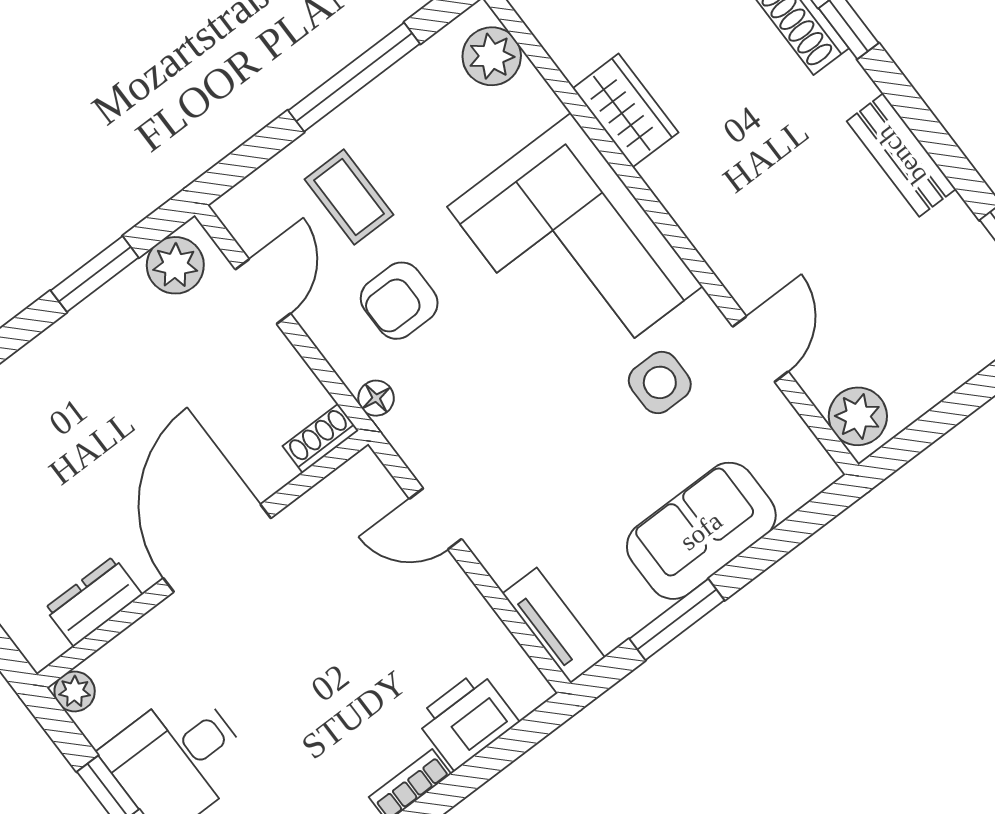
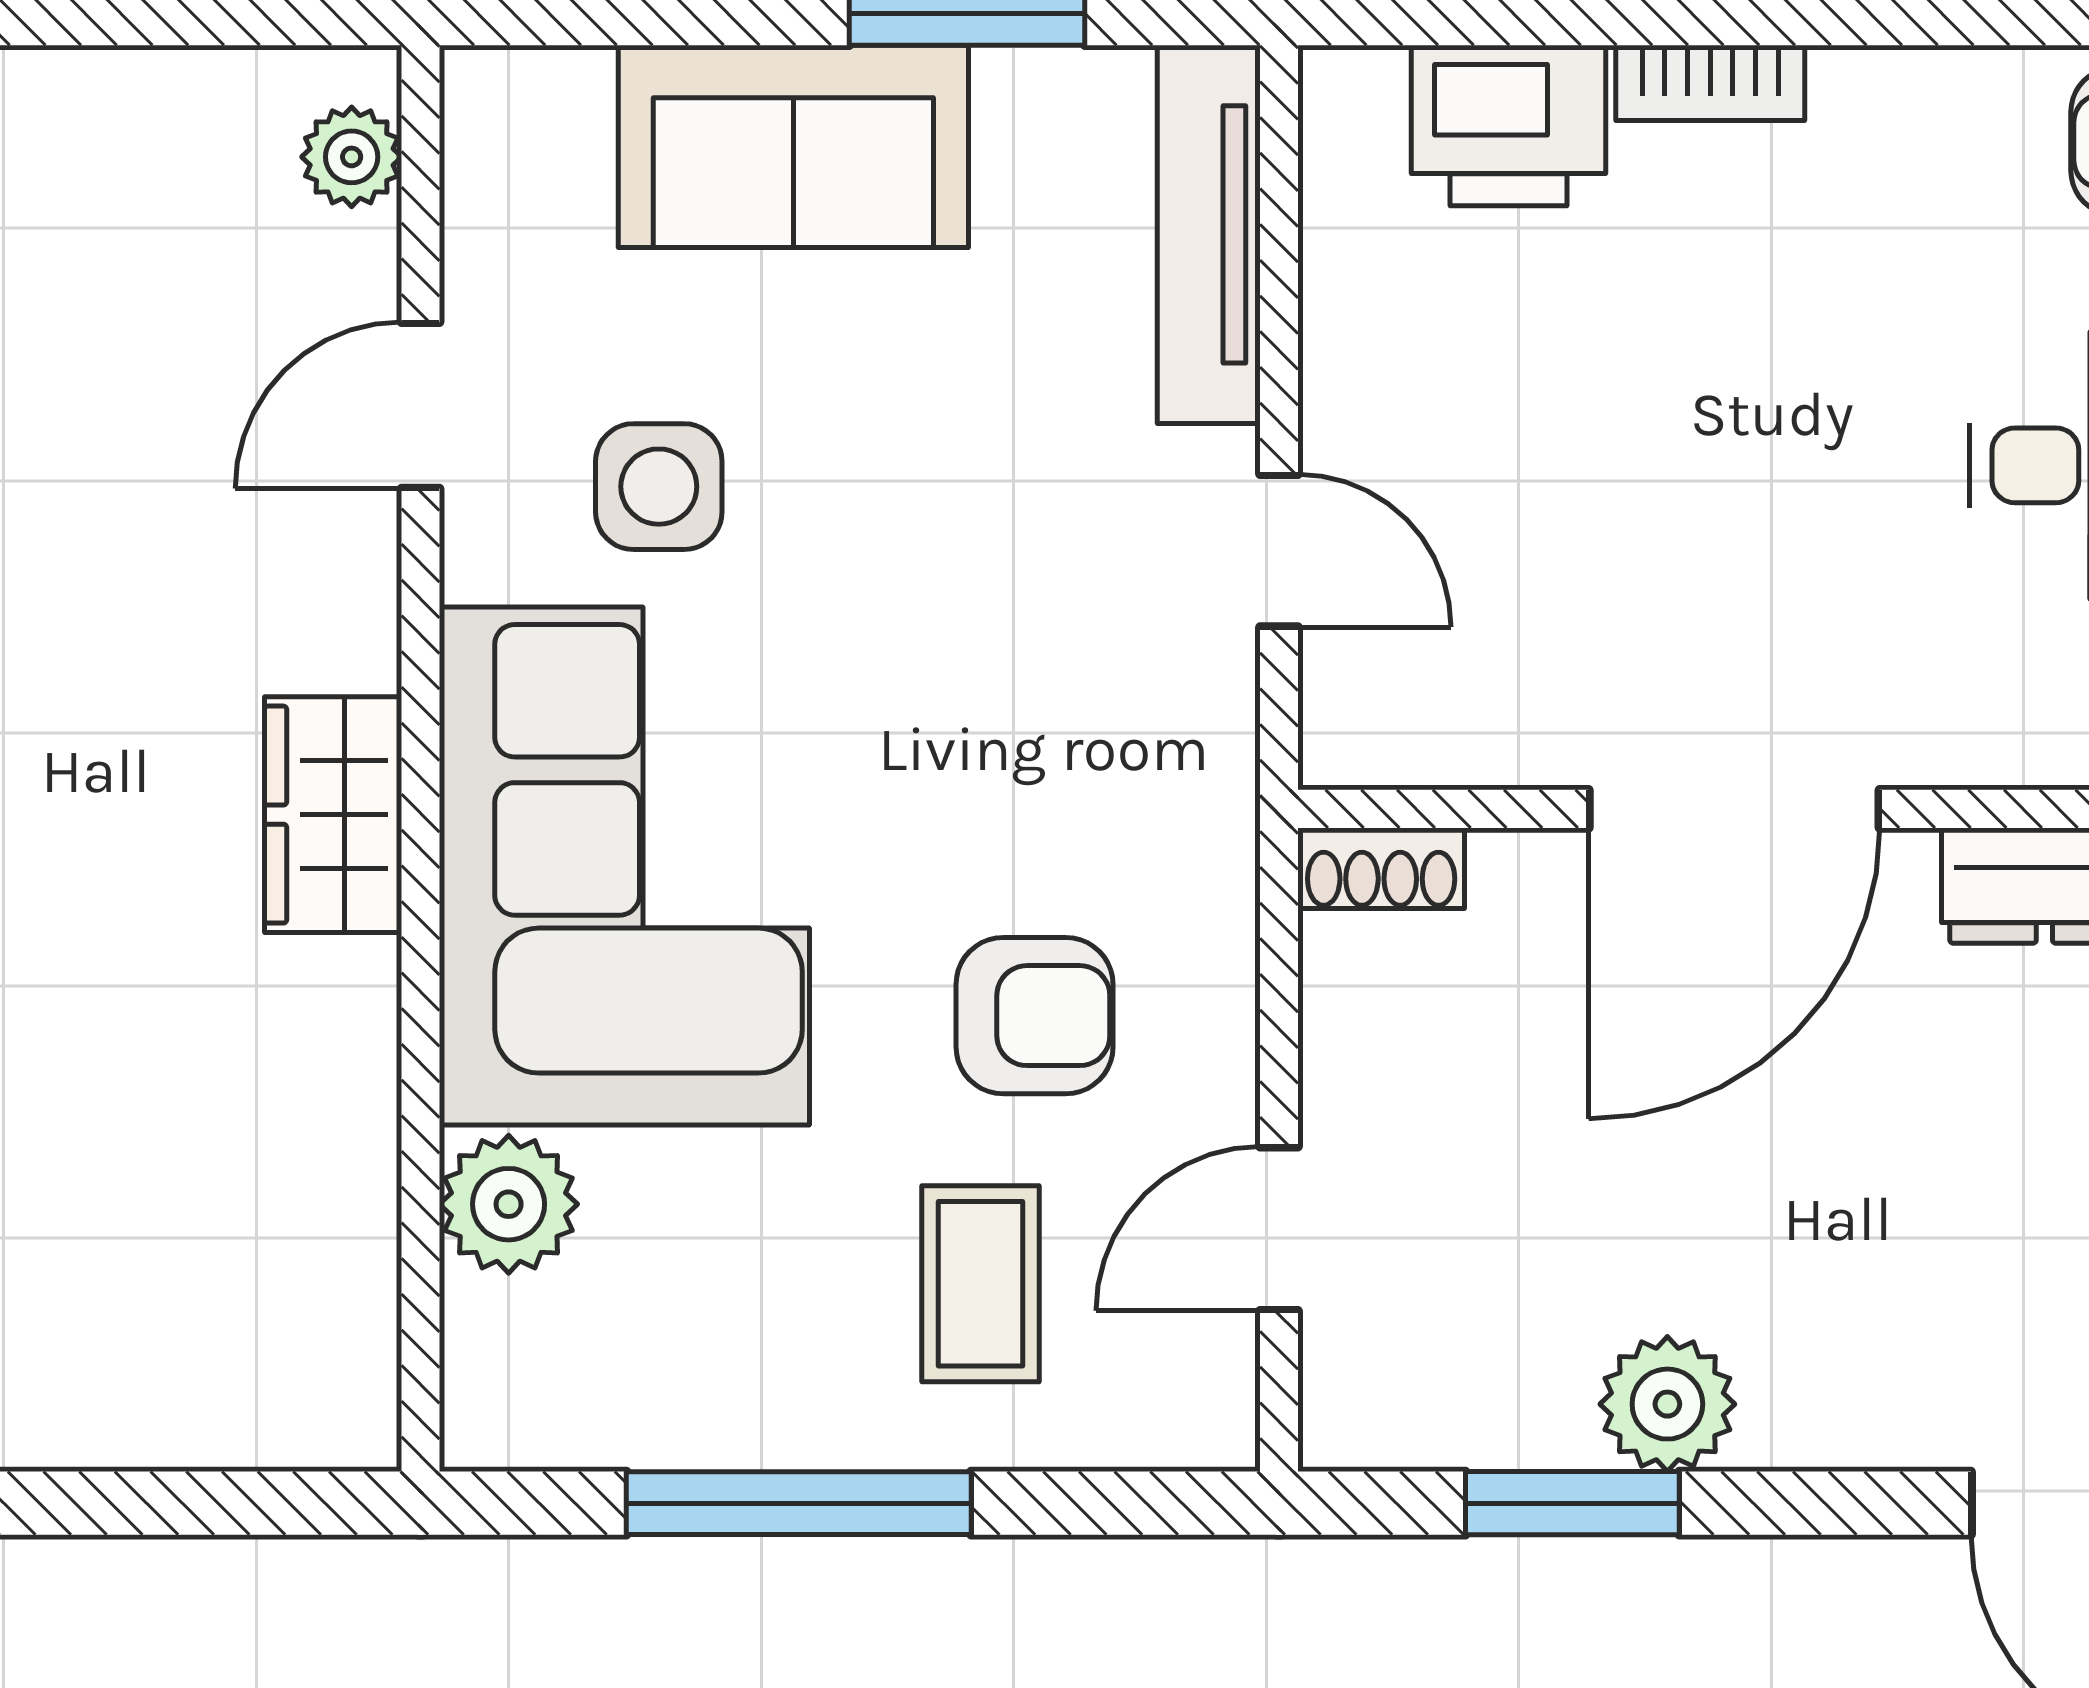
plant: (492, 56) -> (509, 1204), moved
wardrobe: (625, 110) -> (333, 815), moved
plant: (175, 265) -> (1667, 1404), moved
floor lamp: (376, 398) -> (1218, 864), removed
plant: (858, 416) -> (352, 157), width x0.73, depth x0.73
tv unit: (554, 625) -> (1209, 234), width x1.41

